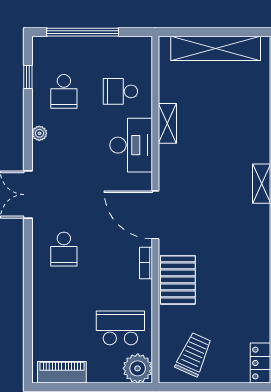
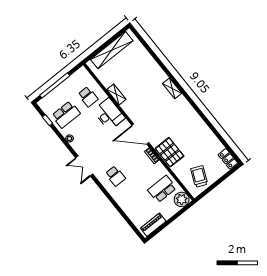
school desk: (64, 91) -> (66, 114), width x1.85
school desk: (120, 91) -> (88, 97), turned -90

